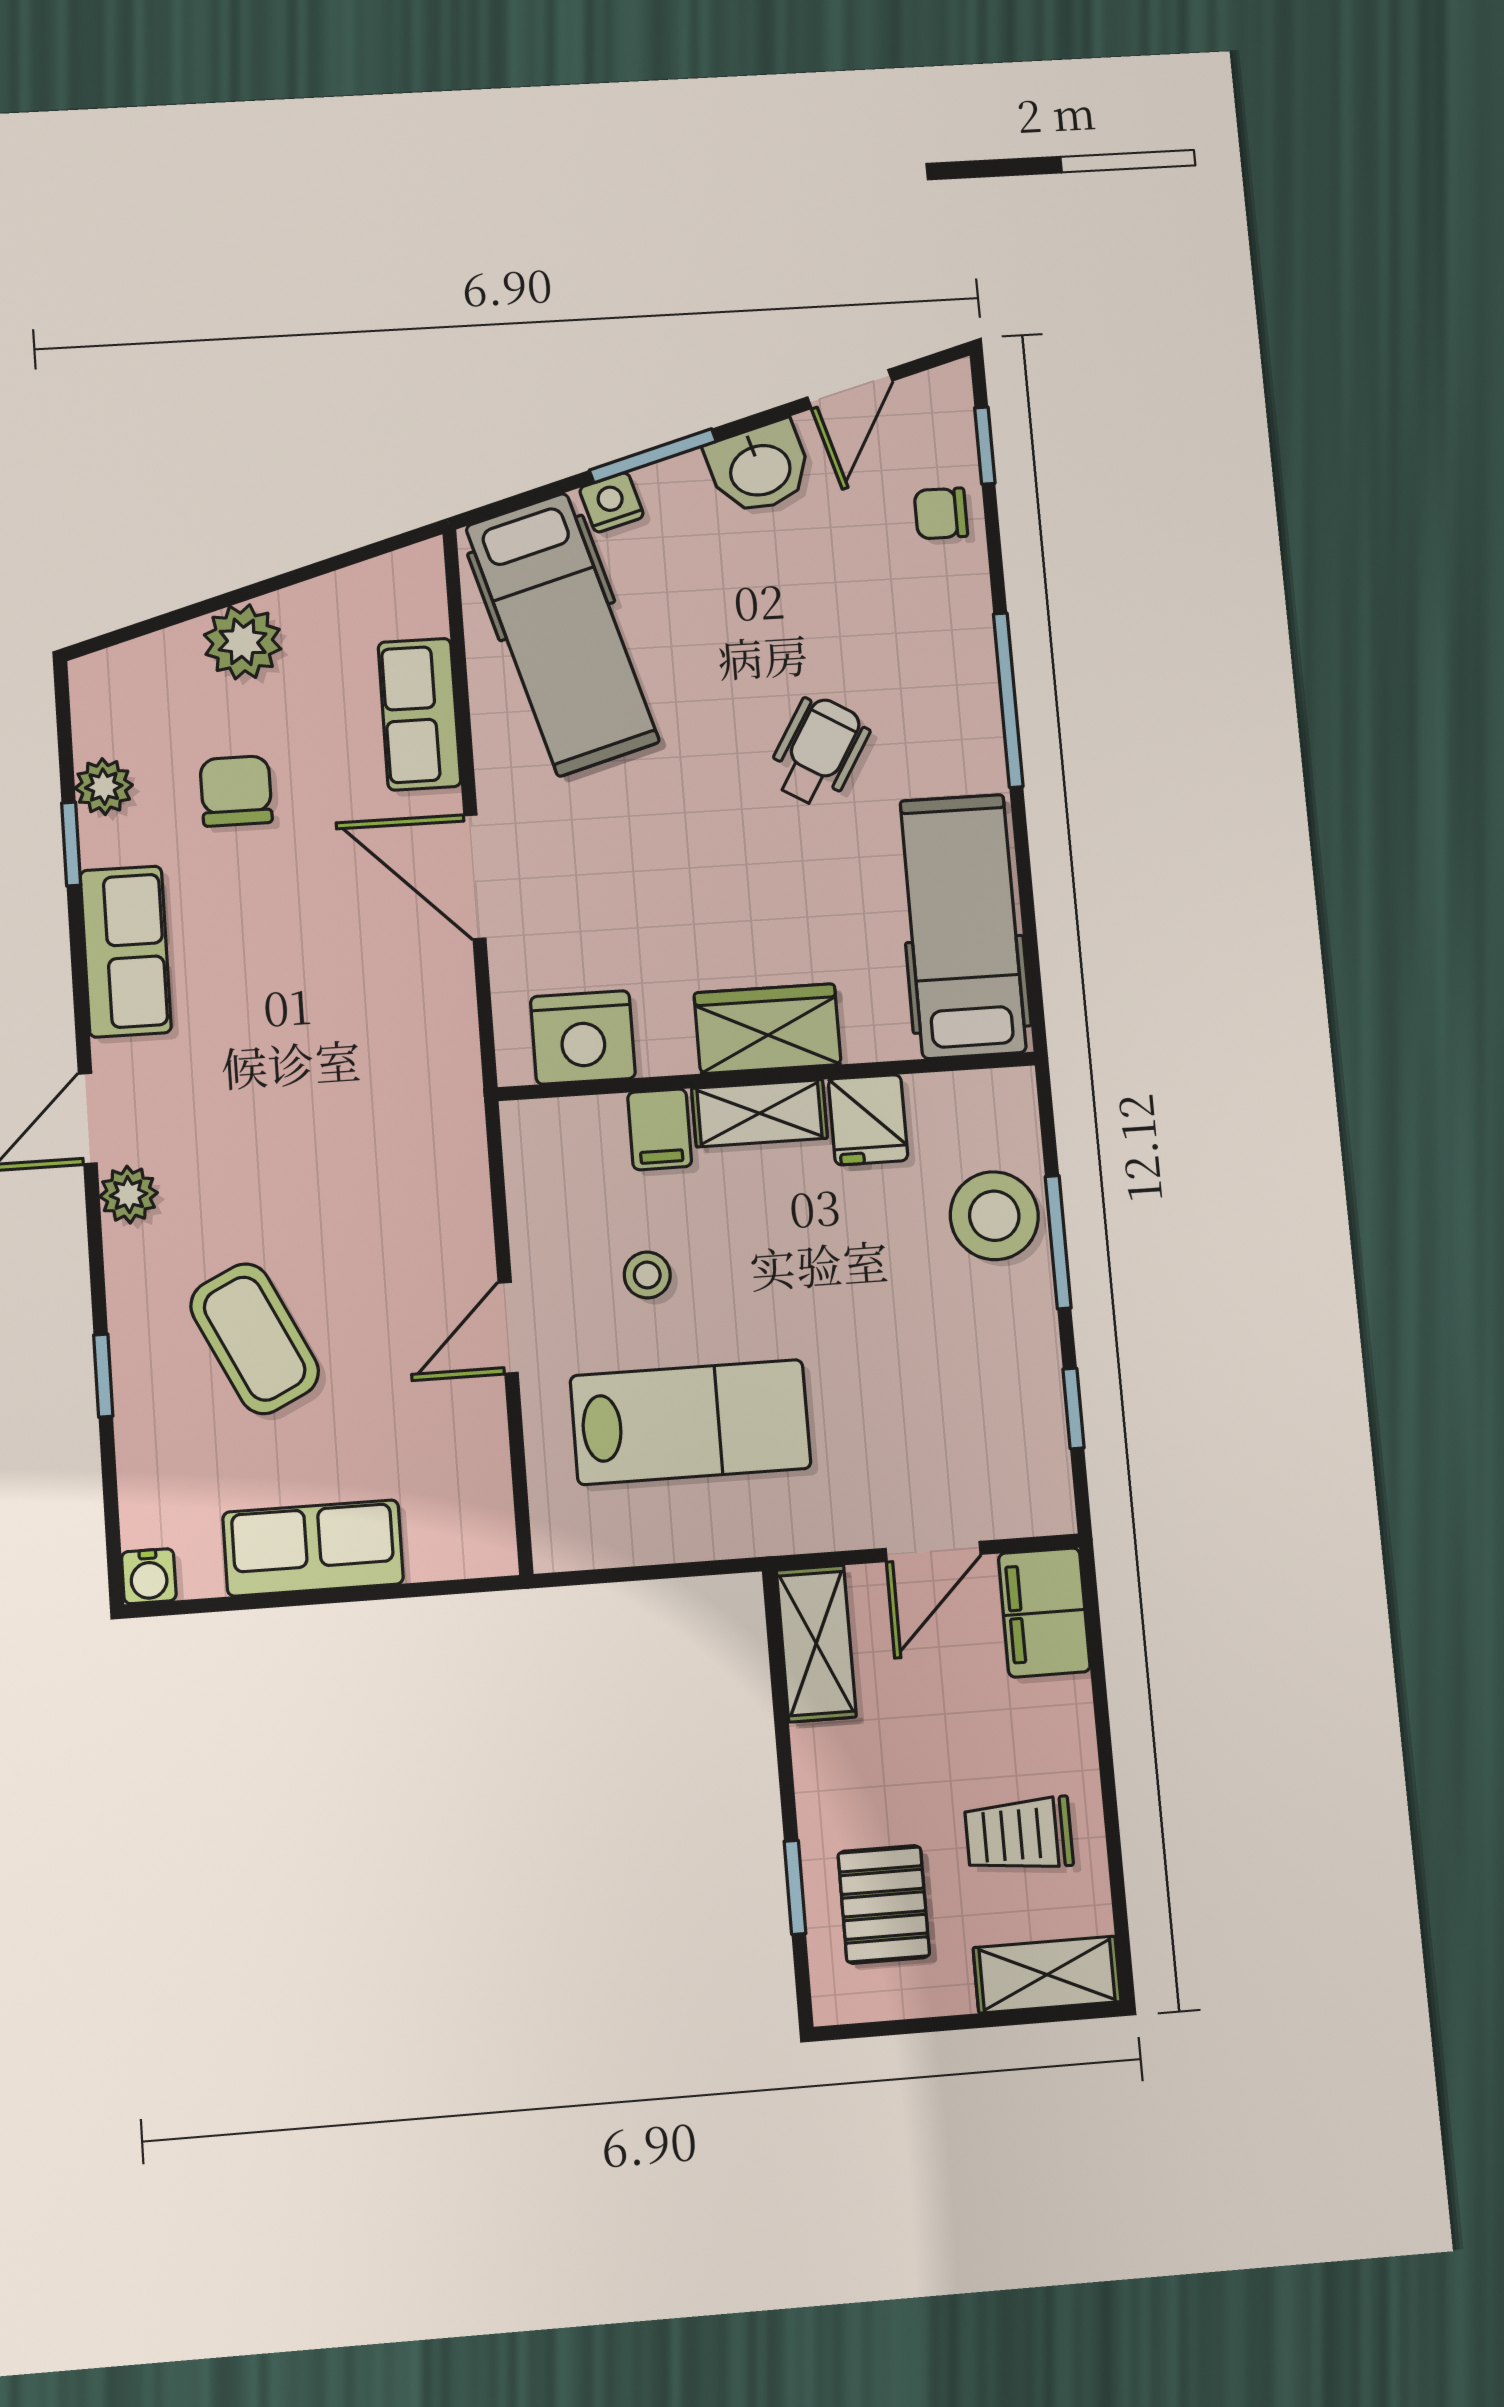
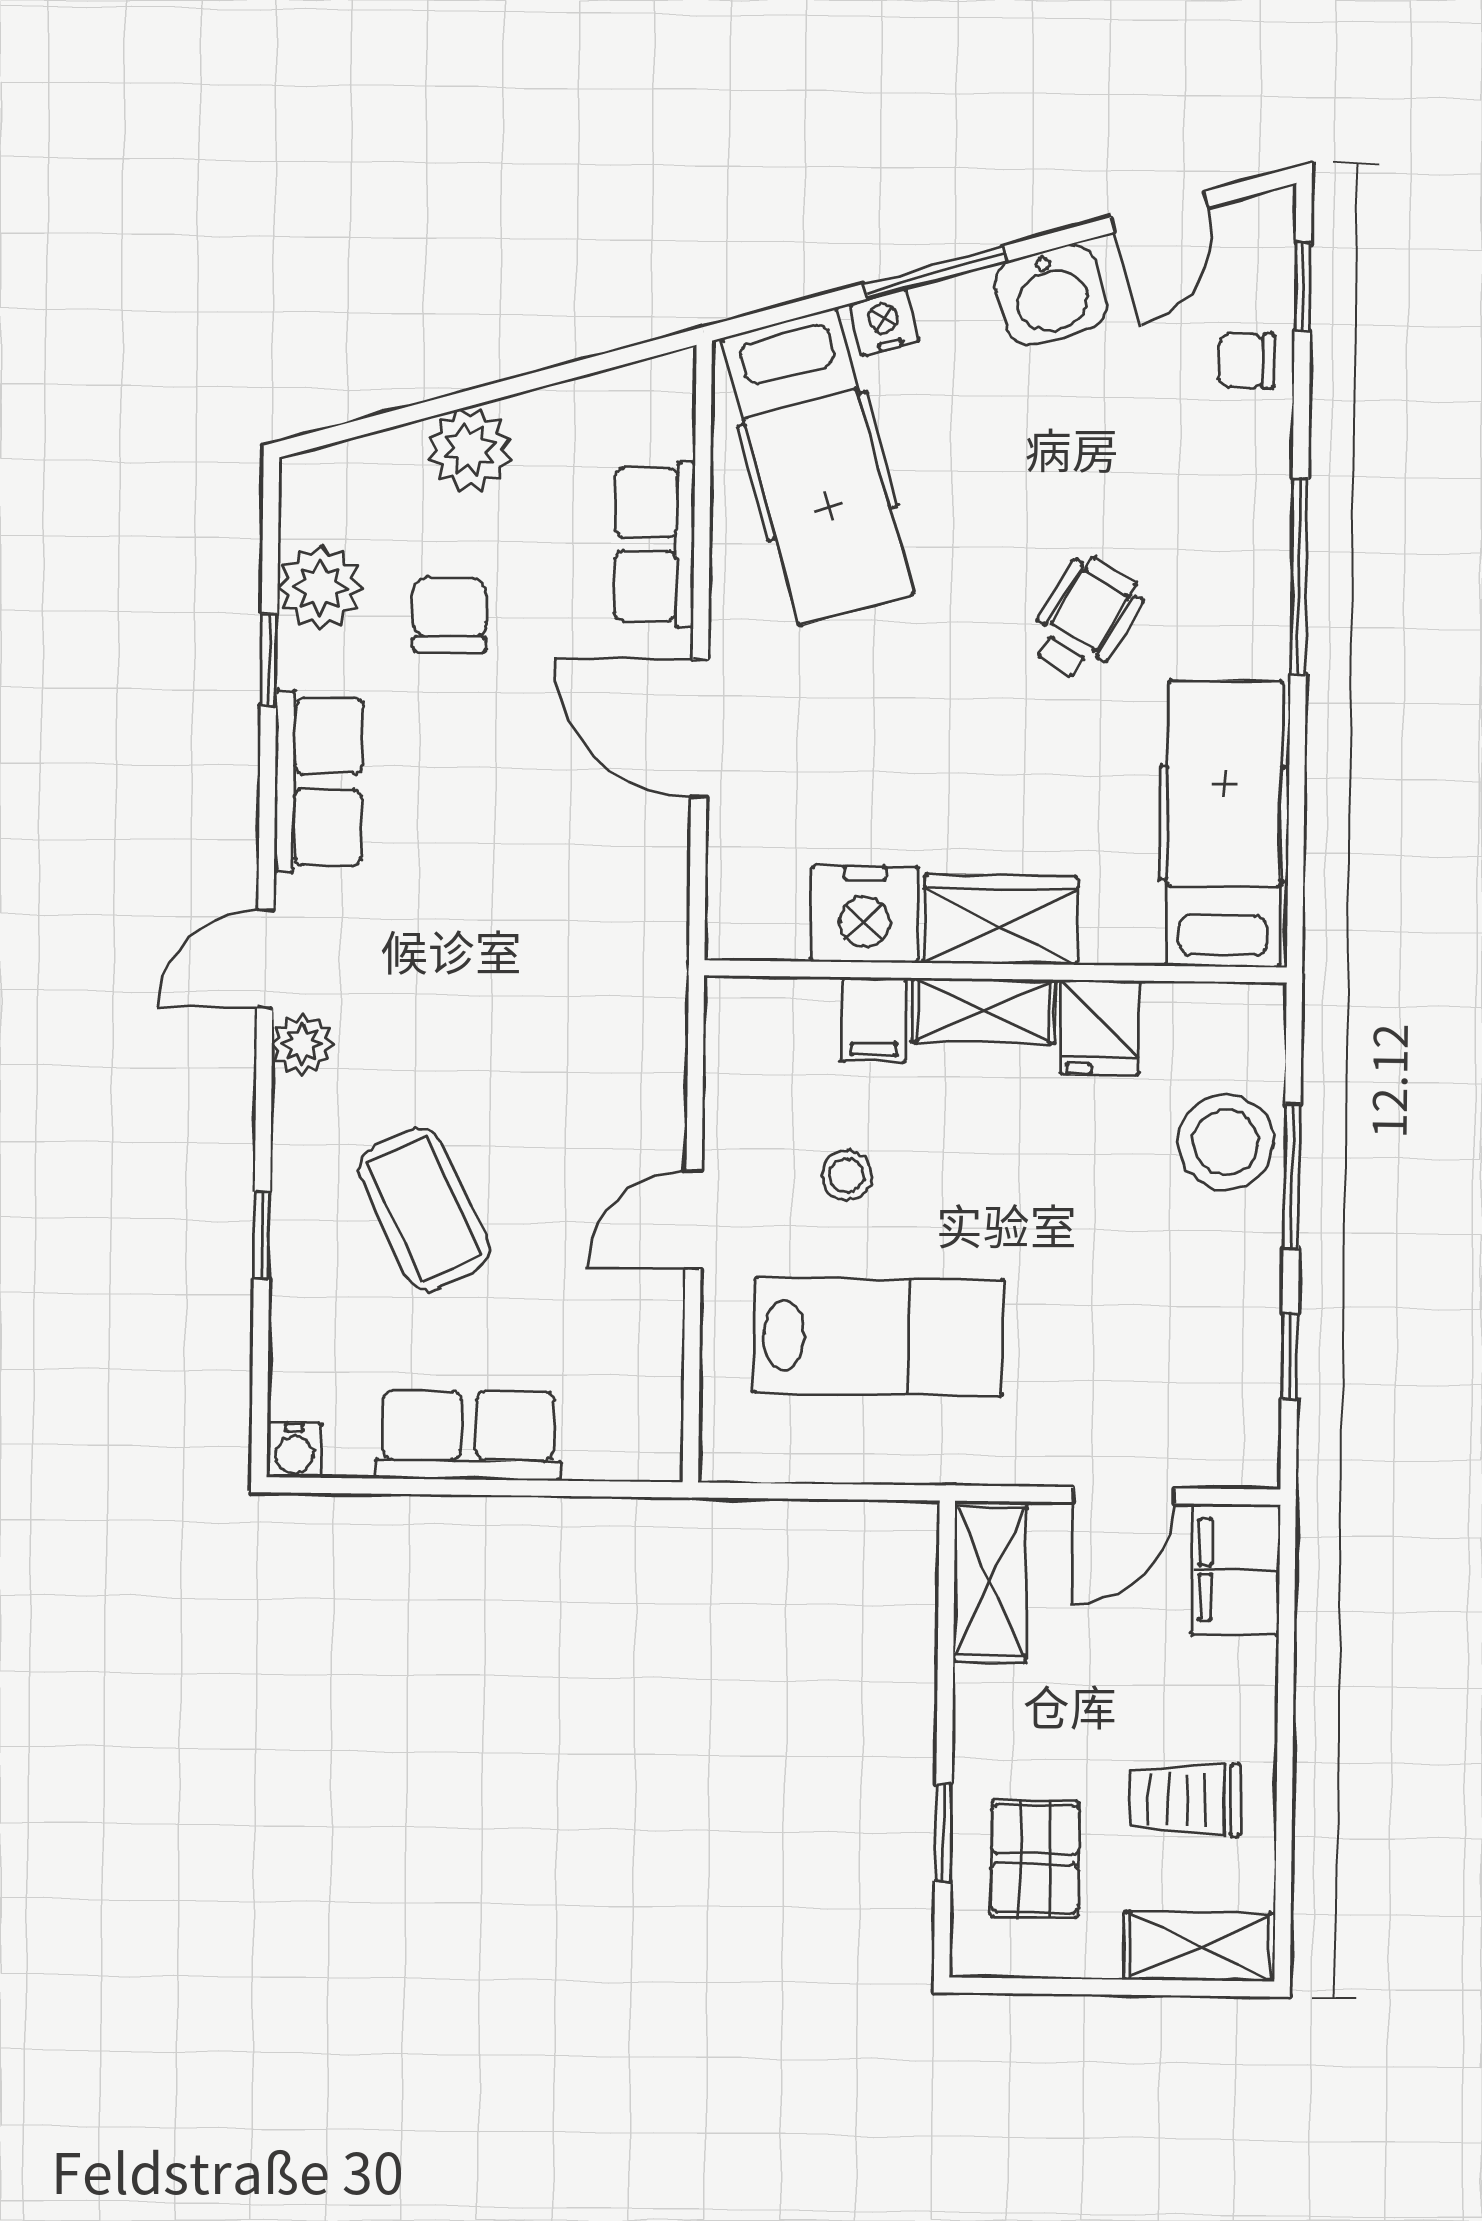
plant: (104, 787) -> (320, 588), width x1.38, depth x1.38
nightstand: (583, 1037) -> (865, 914), moved

